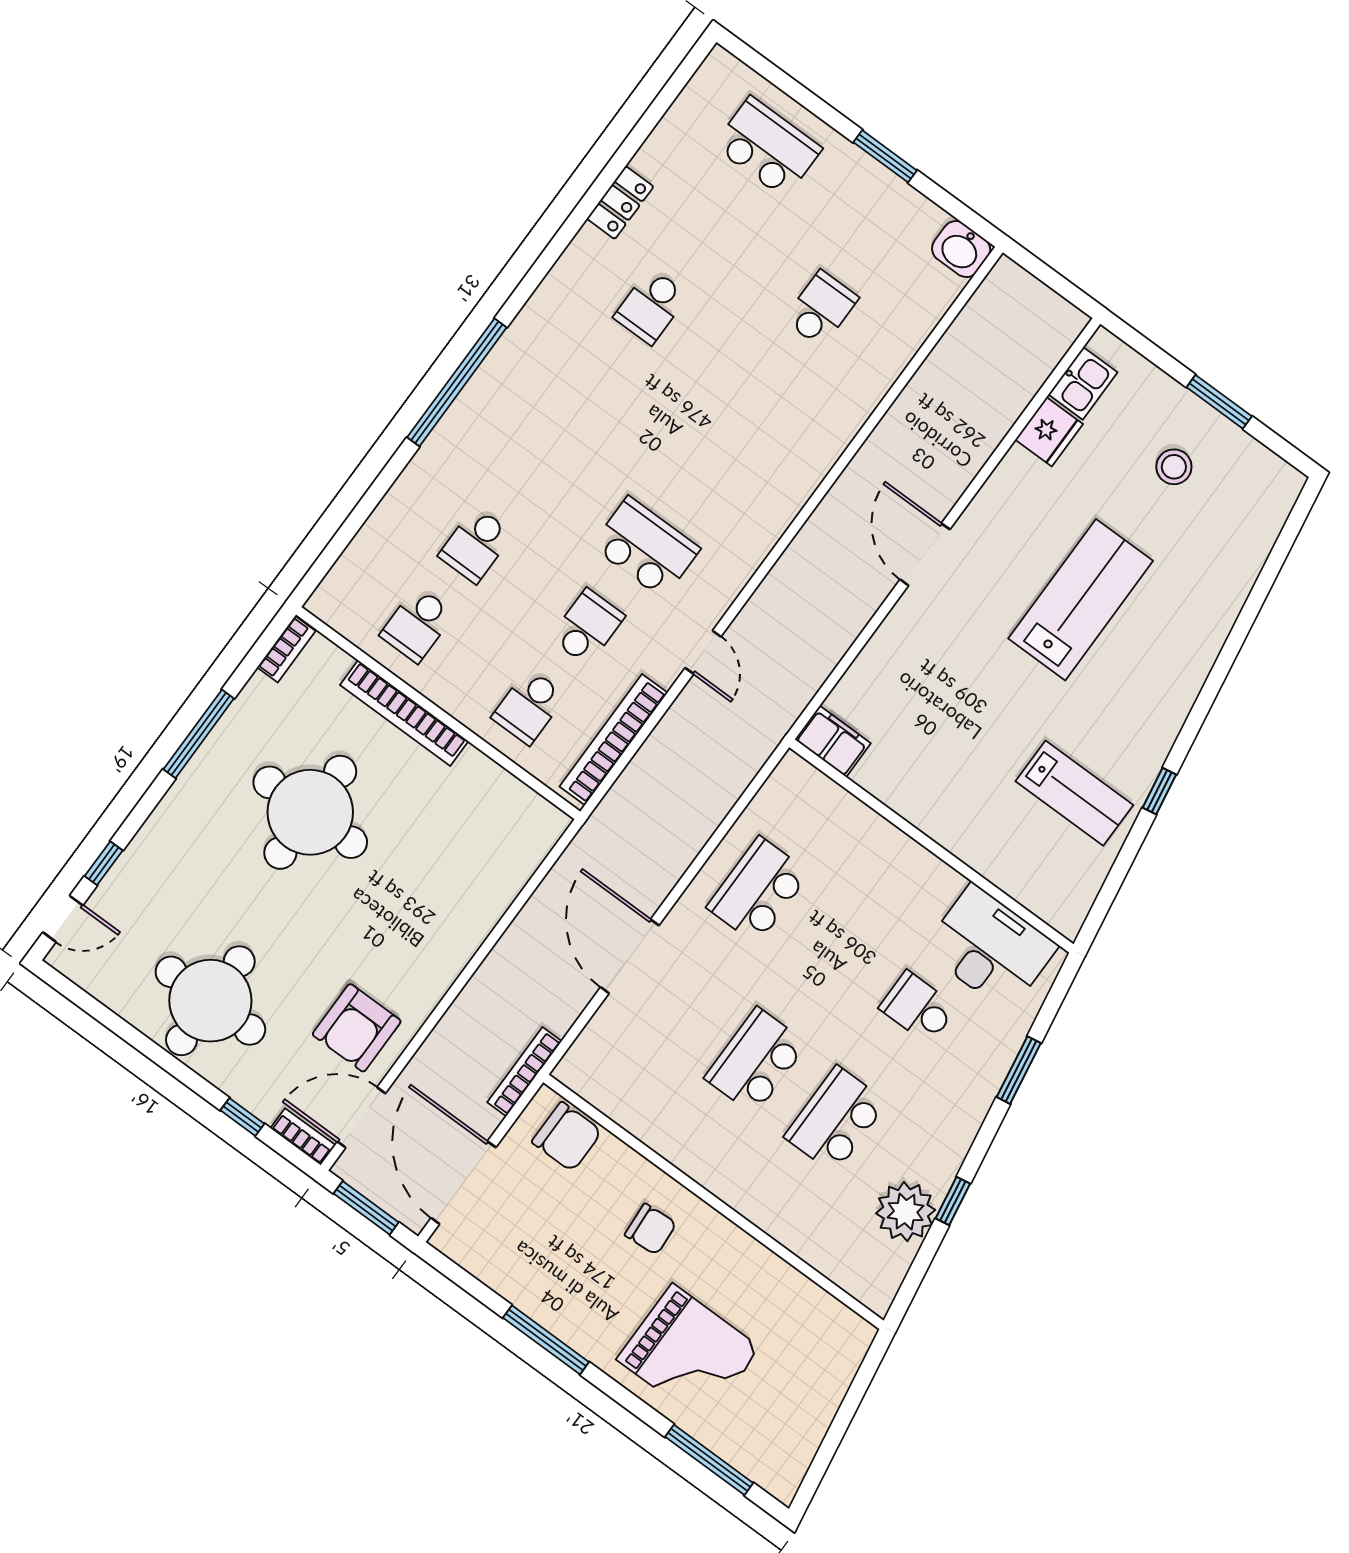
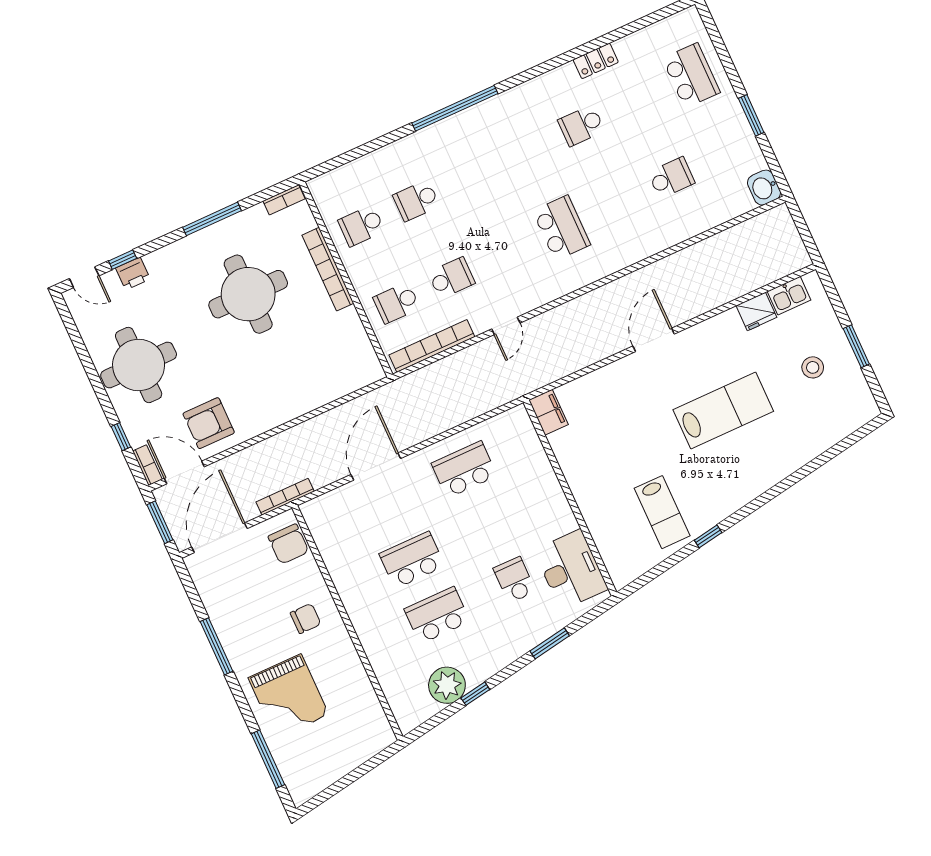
school desk: (646, 547) -> (561, 228), moved
printer: (129, 875) -> (133, 274), added
chair: (651, 1229) -> (306, 618), turned -86

